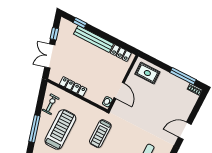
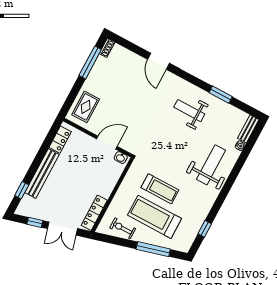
locker: (73, 87) -> (94, 213), moved
treadmill: (100, 134) -> (160, 189), moved

